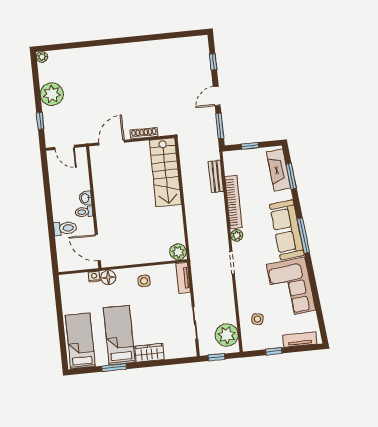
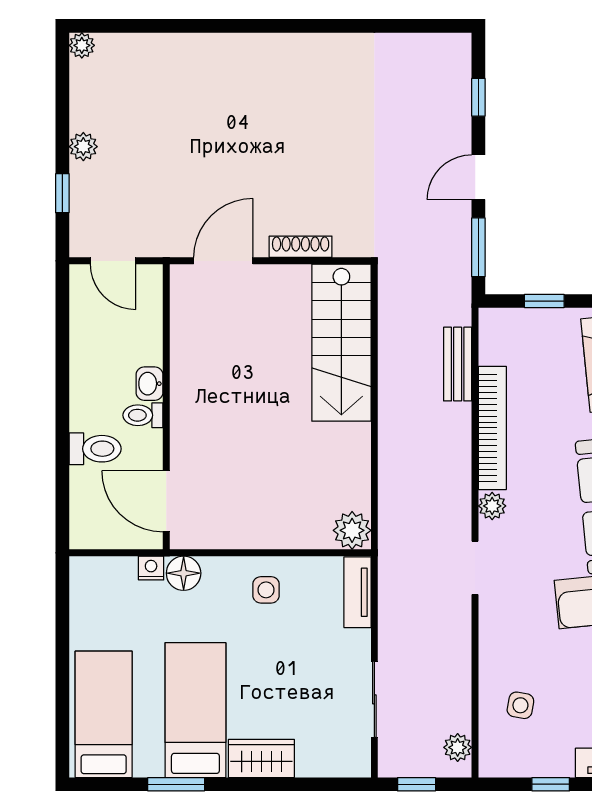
plant: (52, 94) -> (83, 147), width x0.53, depth x0.53
plant: (227, 335) -> (458, 747), width x0.53, depth x0.53

